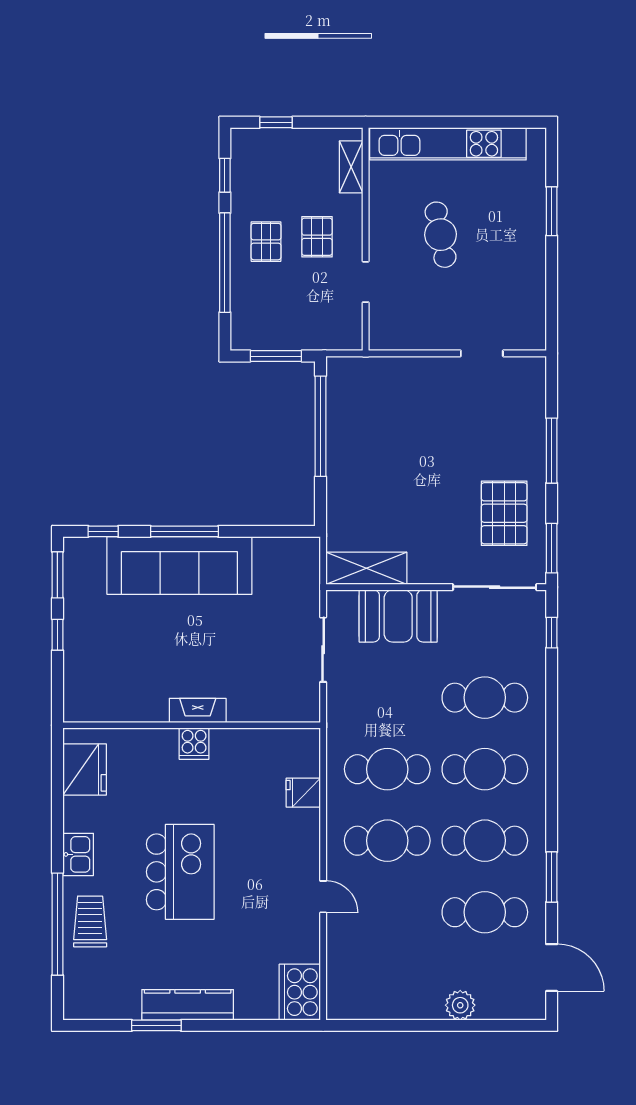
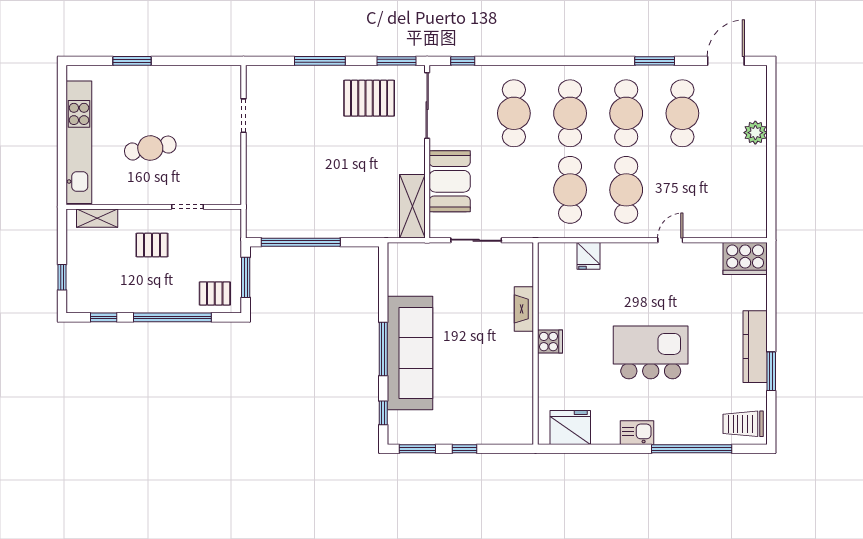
pallet: (266, 242) -> (215, 293), moved
fireplace: (198, 710) -> (524, 309), moved
trolley: (90, 921) -> (743, 424), moved

